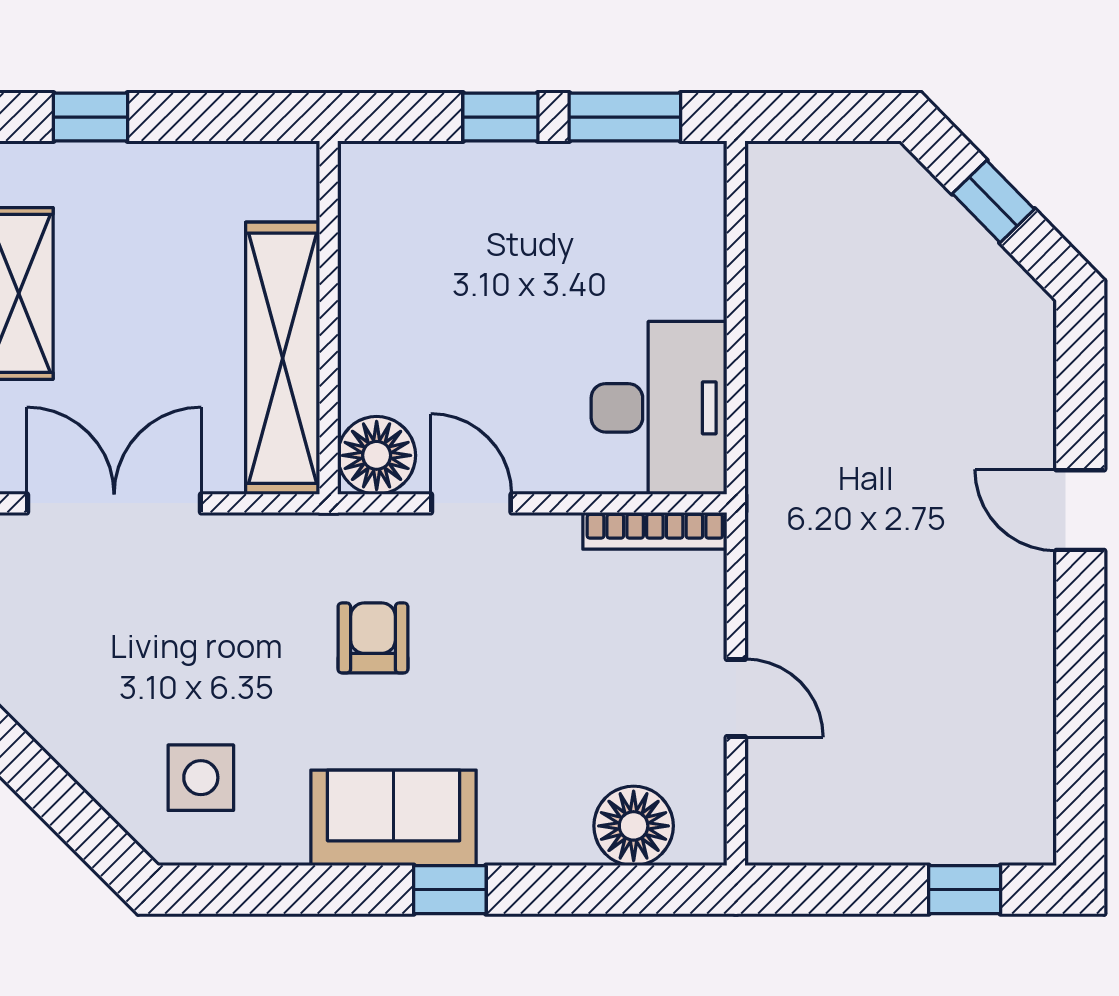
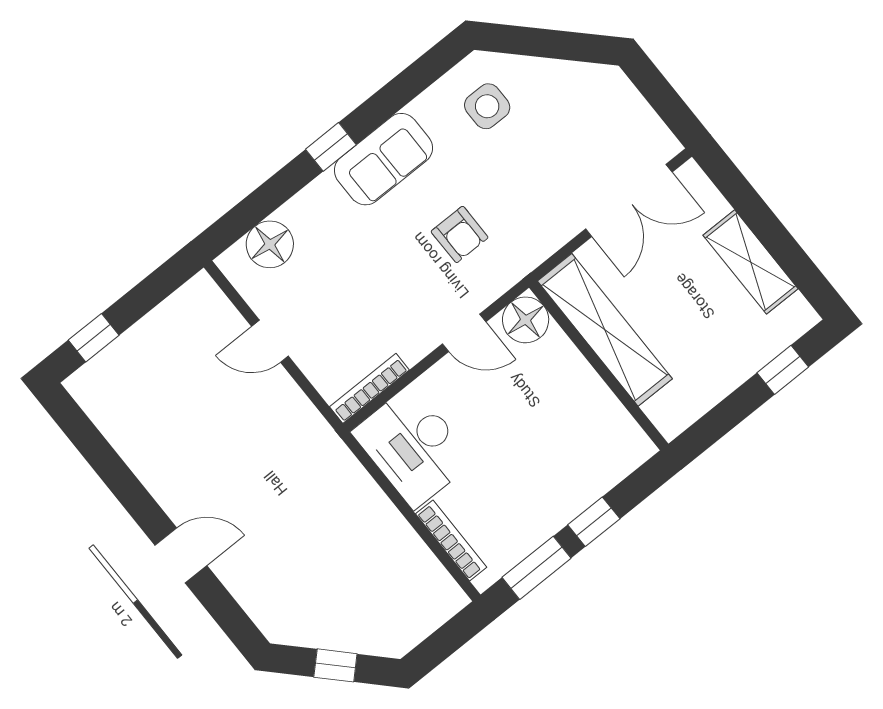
bookcase: (708, 243) -> (451, 540), added

